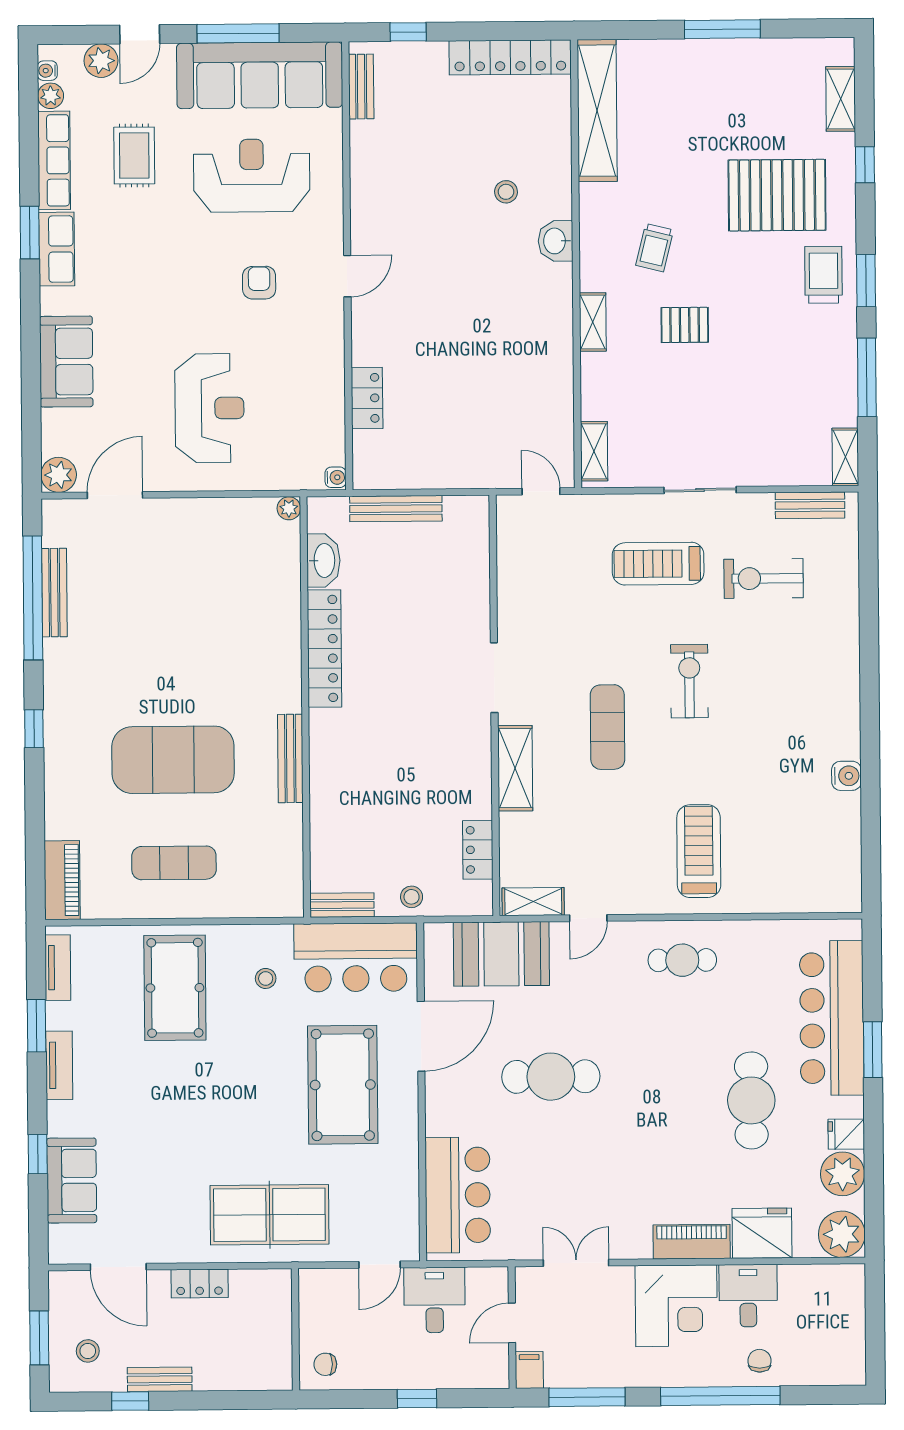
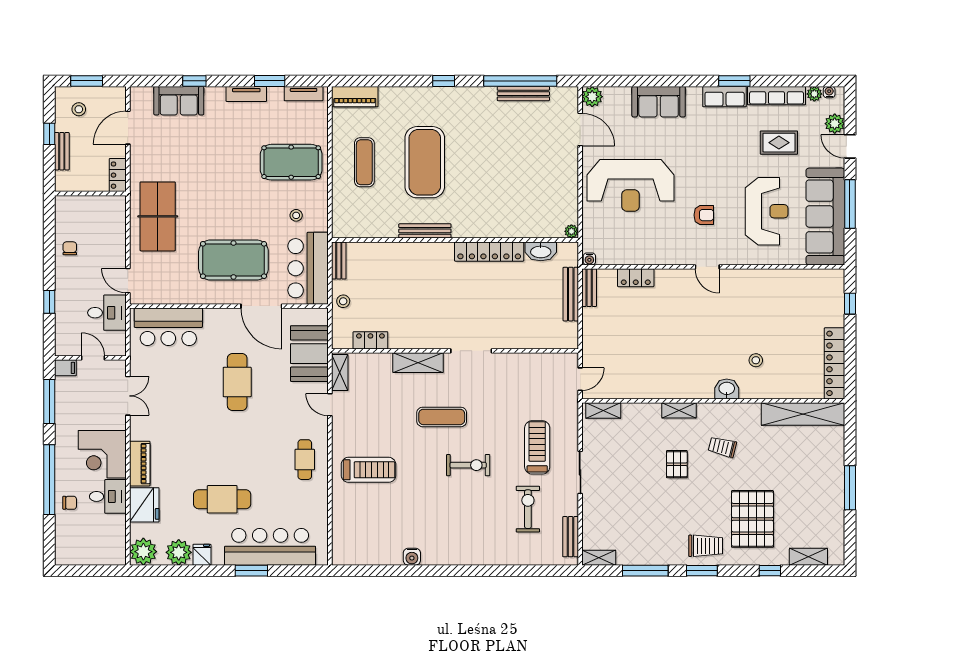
bench: (361, 87) -> (589, 288), moved, turned 90
reception desk: (210, 408) -> (631, 185), width x1.36, depth x1.30
wall: (295, 1329) -> (90, 194), moved

